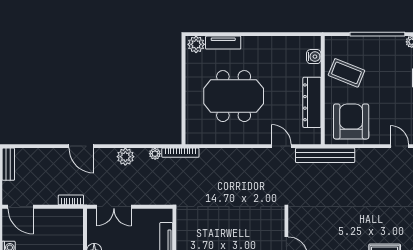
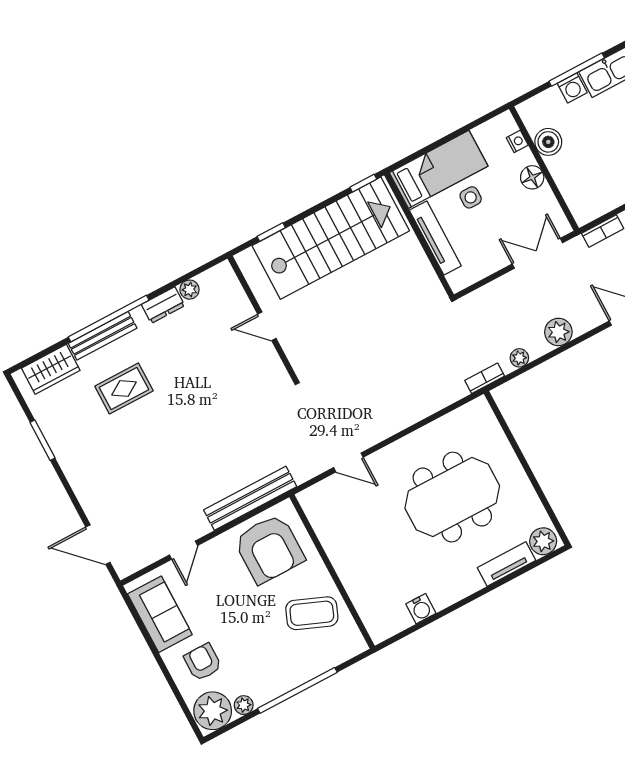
water cooler: (314, 57) -> (421, 609), moved, turned -90
dresser: (312, 102) -> (338, 546), removed
door: (399, 146) -> (183, 550), hinge flipped
bookcase: (180, 153) -> (485, 378), width x0.64
bench: (325, 155) -> (250, 498), moved

